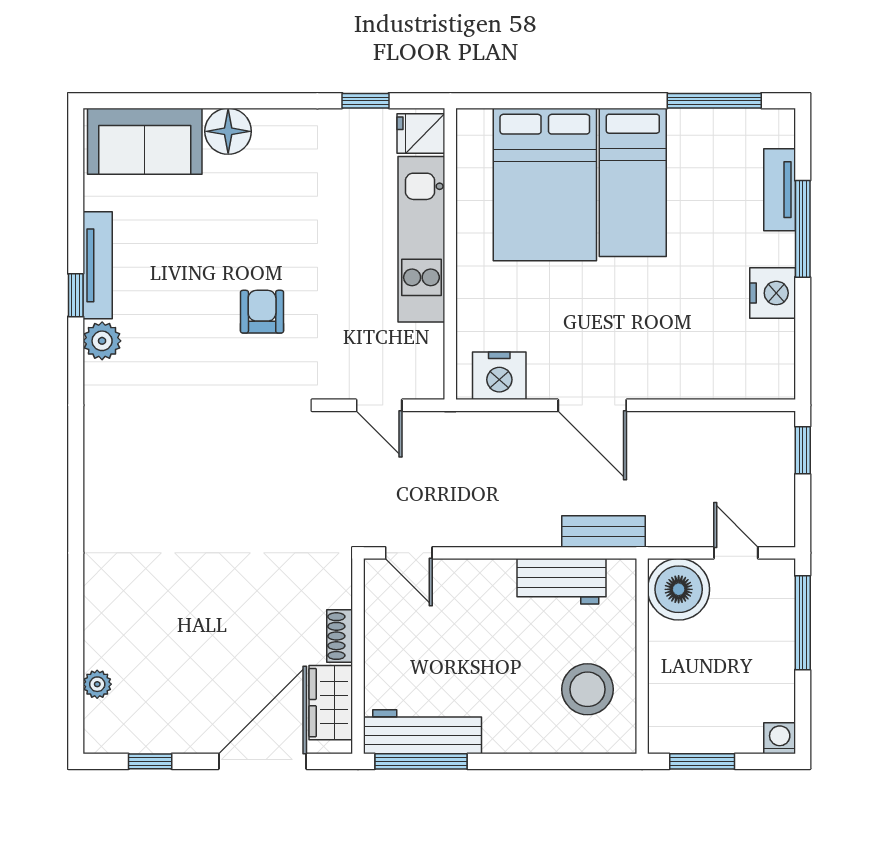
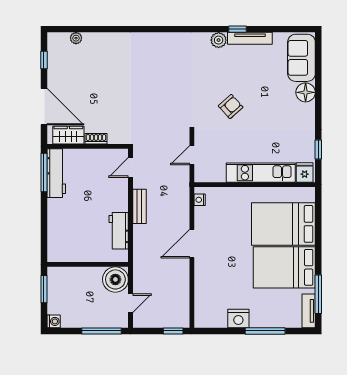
bed: (633, 182) -> (284, 267), width x1.50
tv unit: (780, 190) -> (309, 311), moved, turned -90
armchair: (262, 312) -> (231, 107), turned -42
nightstand: (499, 376) -> (200, 200), width x0.53, depth x0.56
bench: (603, 531) -> (139, 206), moved
stool: (587, 689) -> (74, 242), removed

